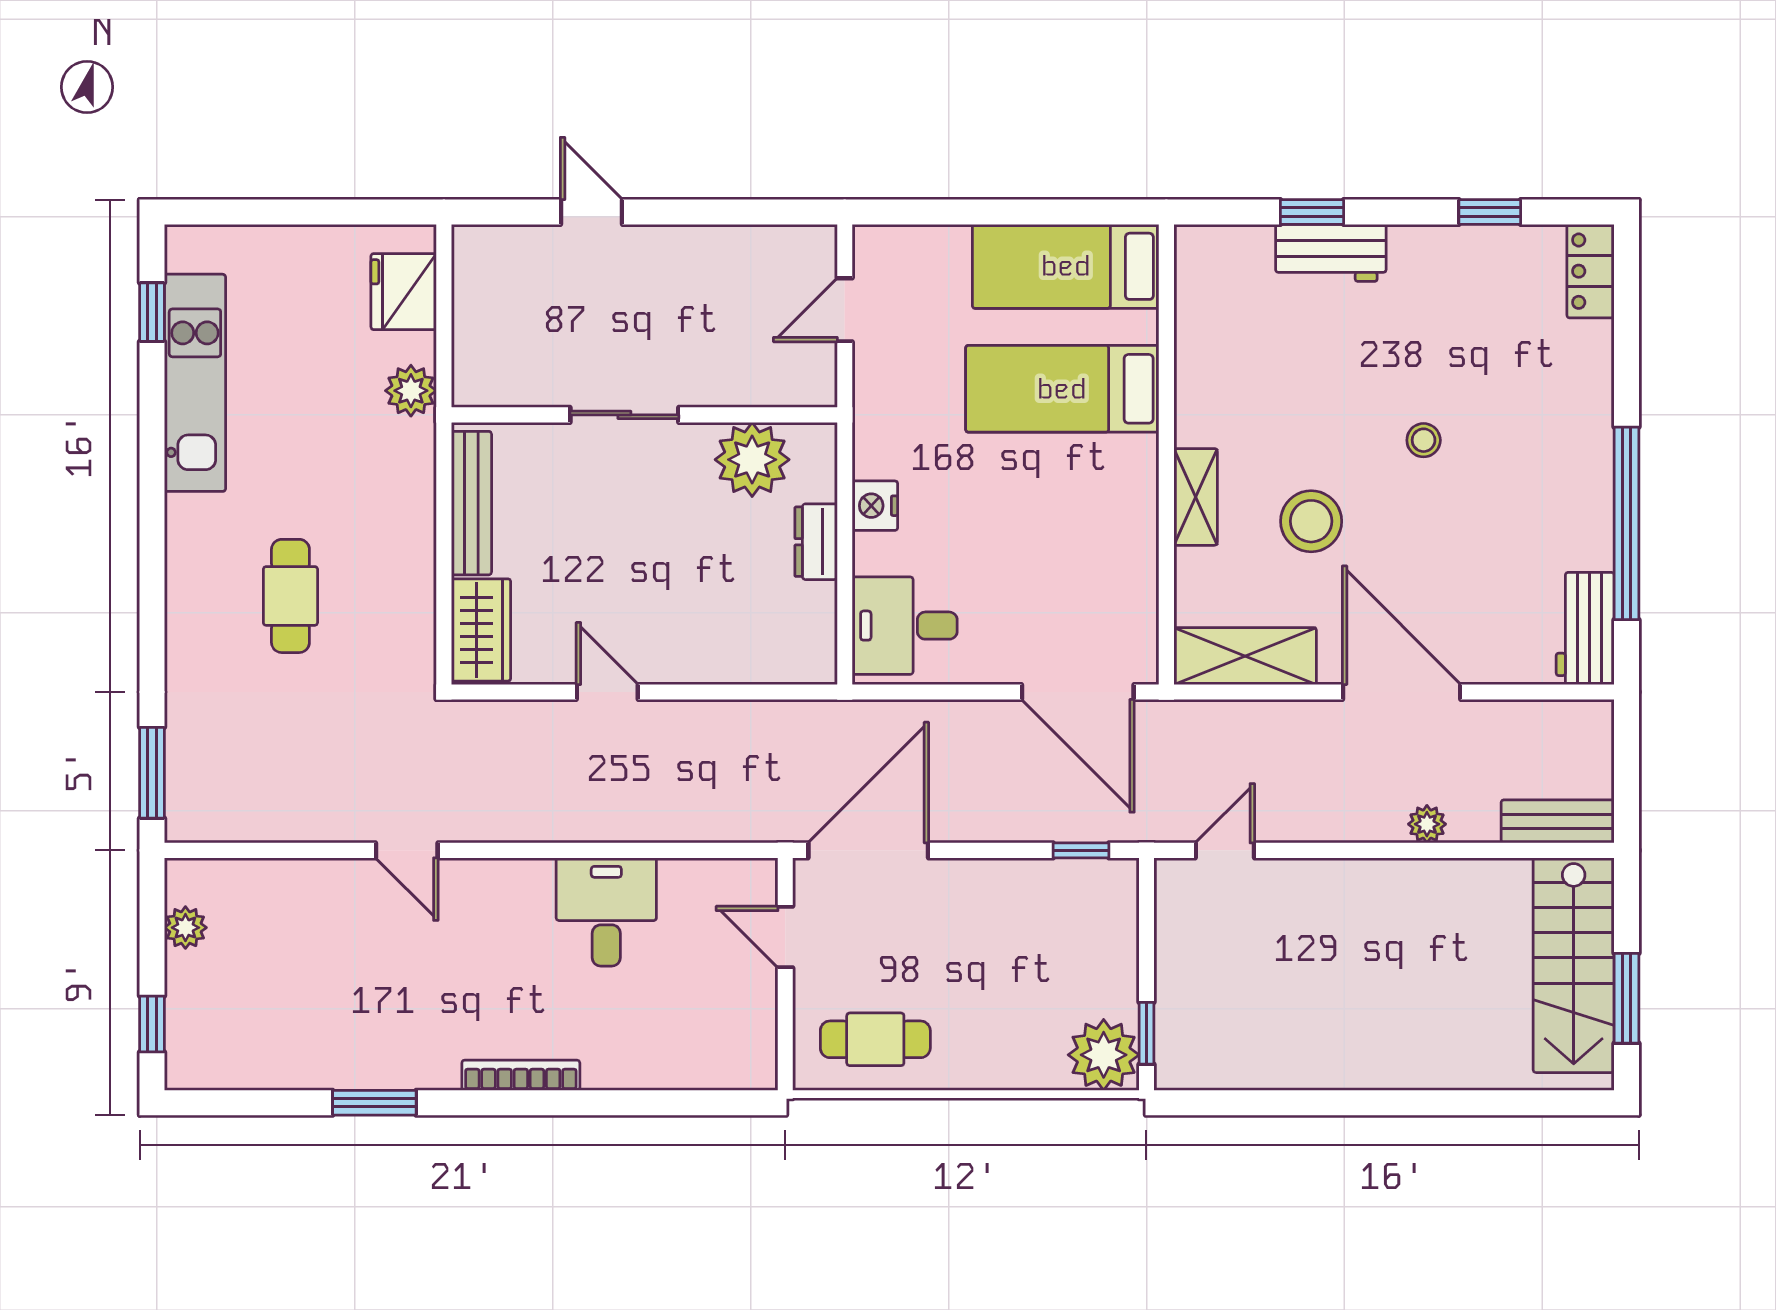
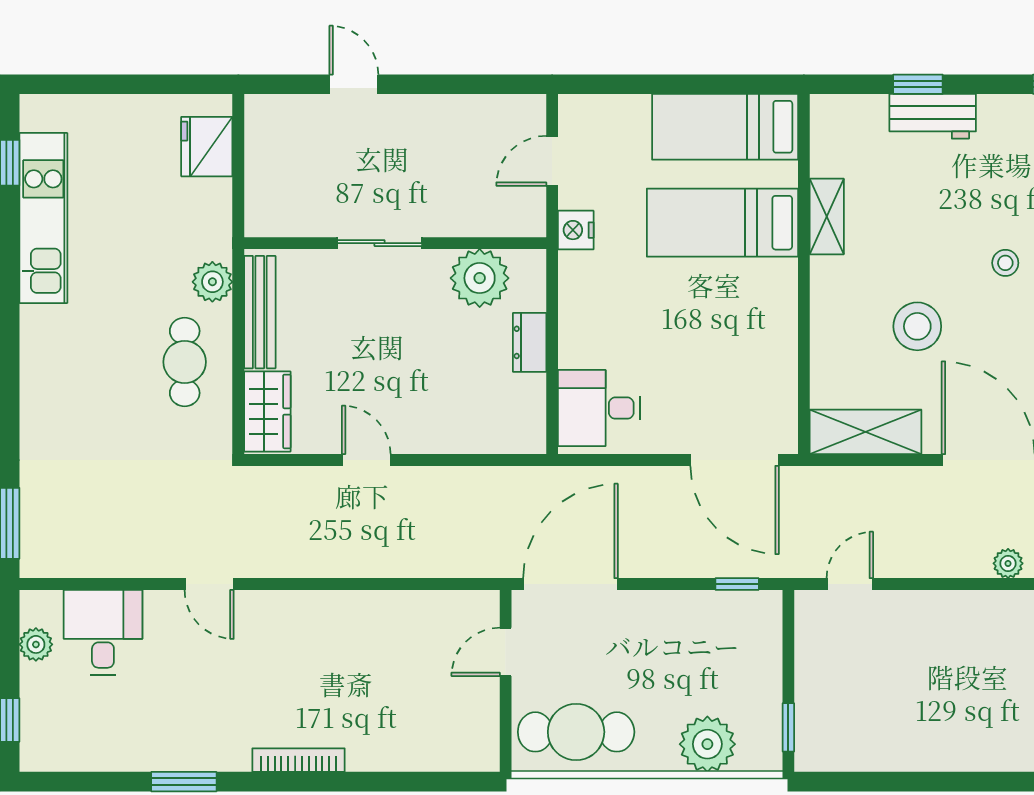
plant: (411, 391) -> (212, 282), moved
shelving: (1196, 497) -> (827, 216), moved
nightstand: (875, 506) -> (576, 230), moved
cafe table: (290, 596) -> (185, 362), moved
desk: (606, 912) -> (103, 632), moved
door: (785, 937) -> (506, 652), hinge flipped
cafe table: (875, 1039) -> (576, 732), width x1.37, depth x1.35
plant: (1104, 1055) -> (707, 744), moved

